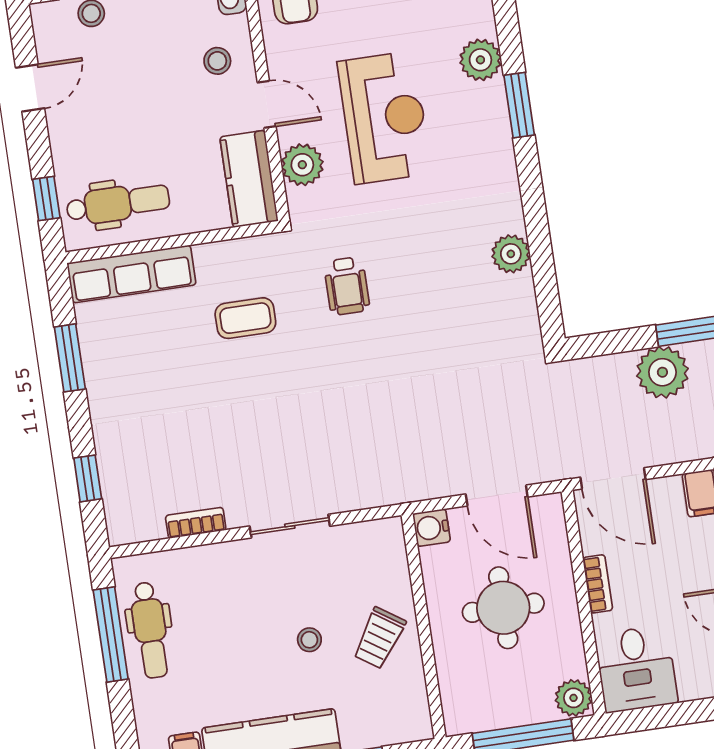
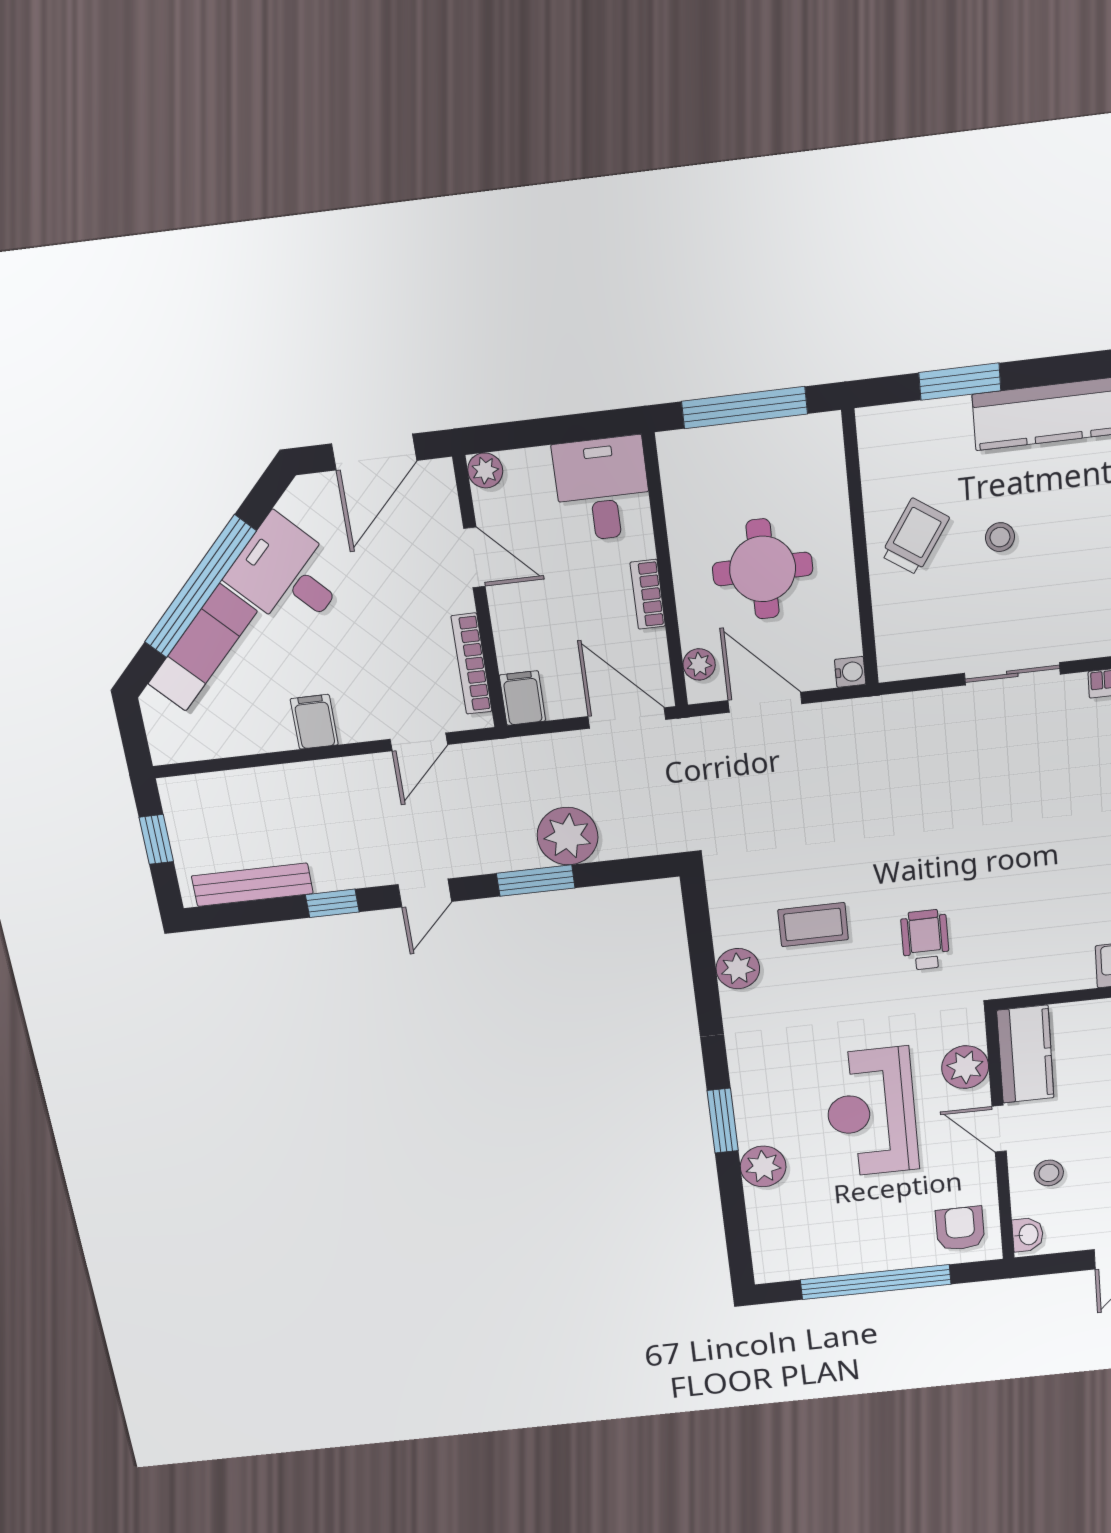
coffee table: (245, 318) -> (813, 925), moved
water cooler: (431, 528) -> (850, 672), width x0.72, depth x0.72
plant: (573, 698) -> (699, 664), moved, width x0.73, depth x0.73

